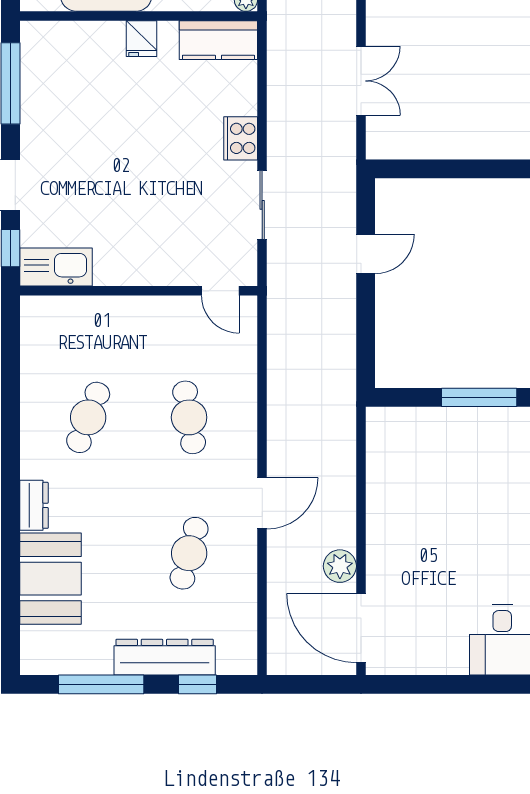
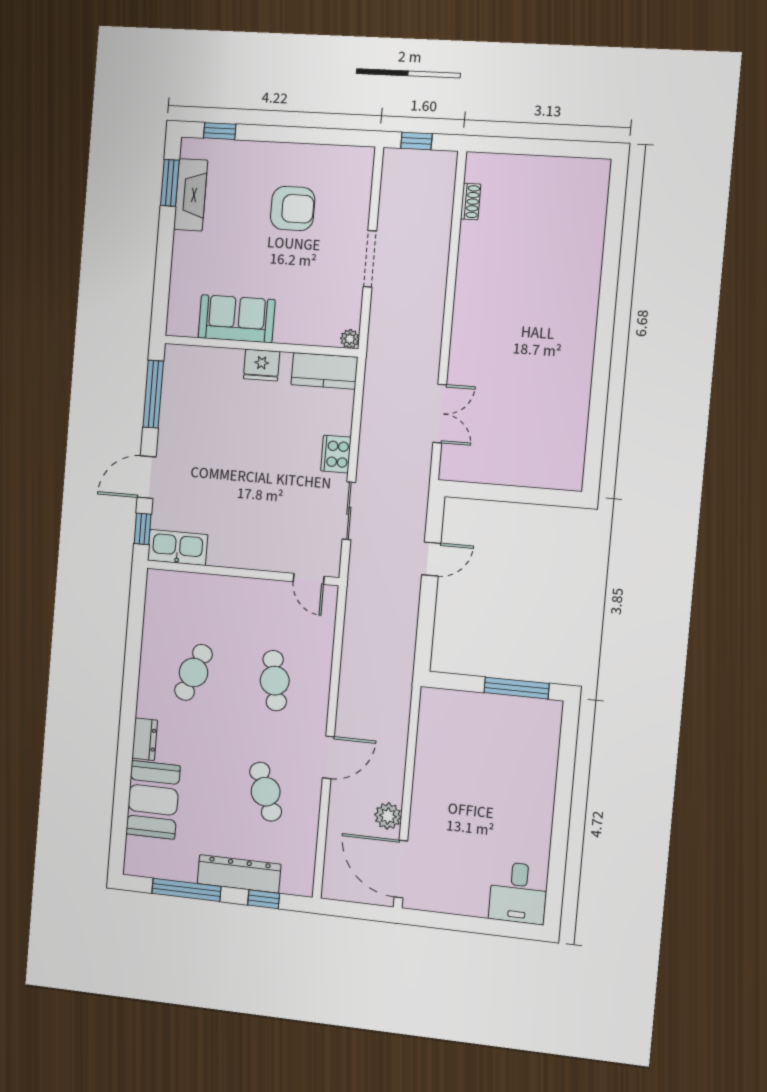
fridge: (141, 39) -> (262, 365), width x1.38
cafe table: (189, 553) -> (266, 792), turned -36

